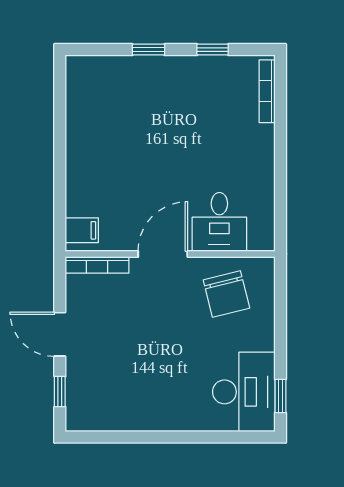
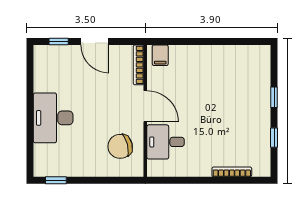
bookcase: (267, 91) -> (232, 172), moved
door: (60, 334) -> (95, 41), swing flipped
desk: (244, 392) -> (53, 118), moved, turned 90

